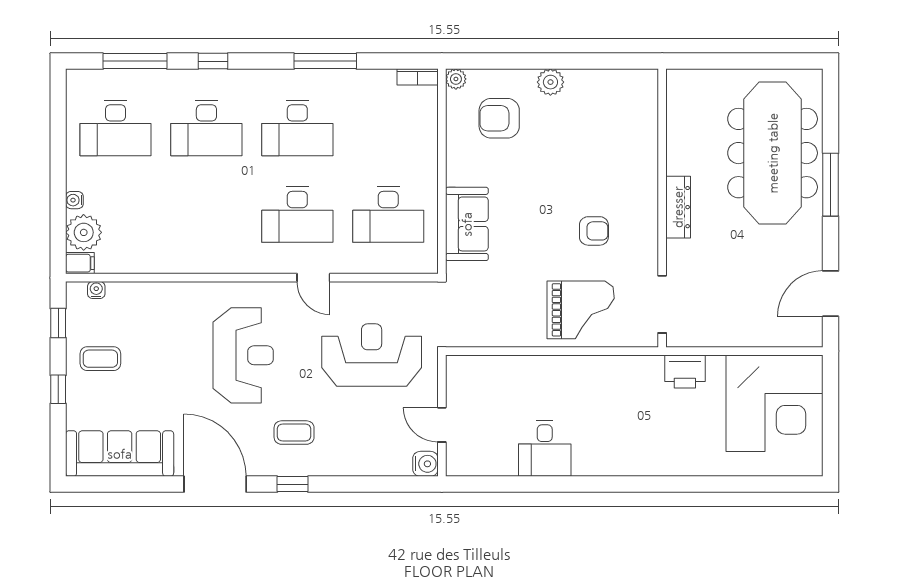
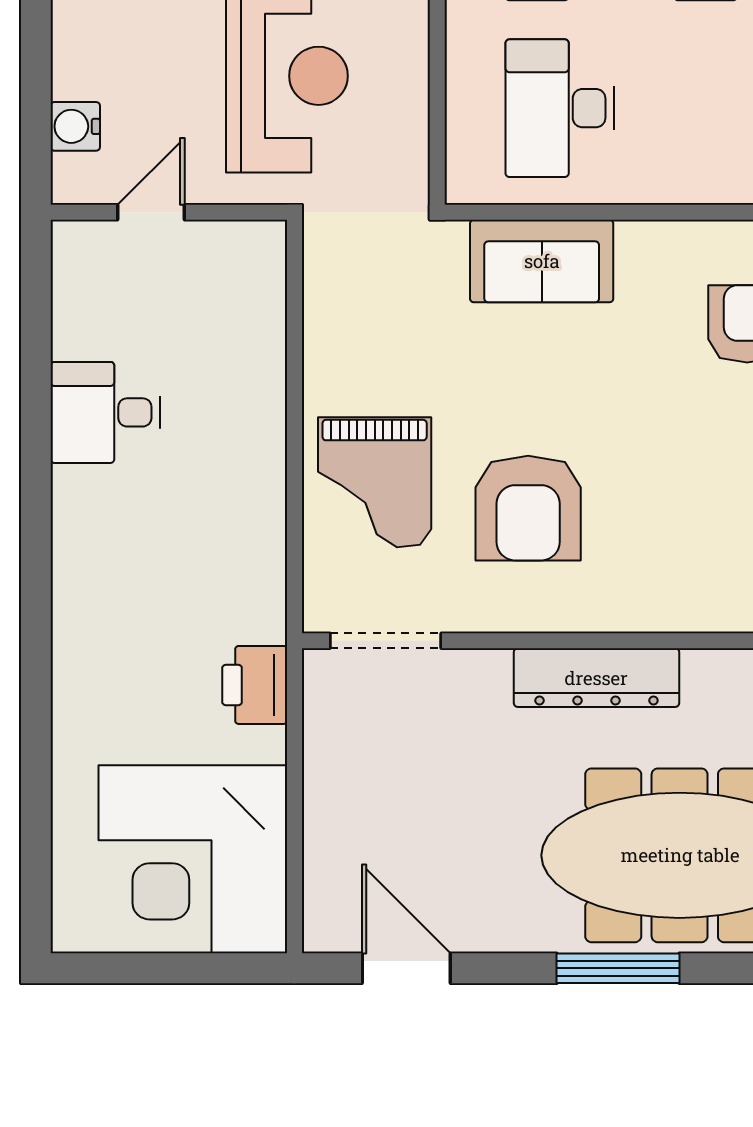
dresser: (678, 207) -> (596, 678), width x1.37, depth x1.24
armchair: (594, 231) -> (528, 508), width x1.88, depth x1.88
water cooler: (425, 464) -> (75, 126), moved, turned 90

